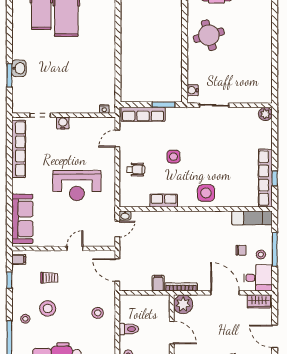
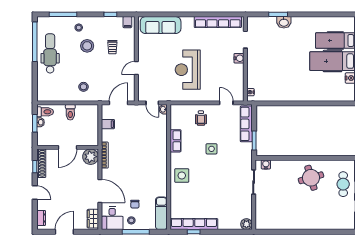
door: (75, 248) -> (136, 68), swing flipped
filing cabinet: (158, 283) -> (108, 124), moved
door: (225, 293) -> (100, 191), hinge flipped

